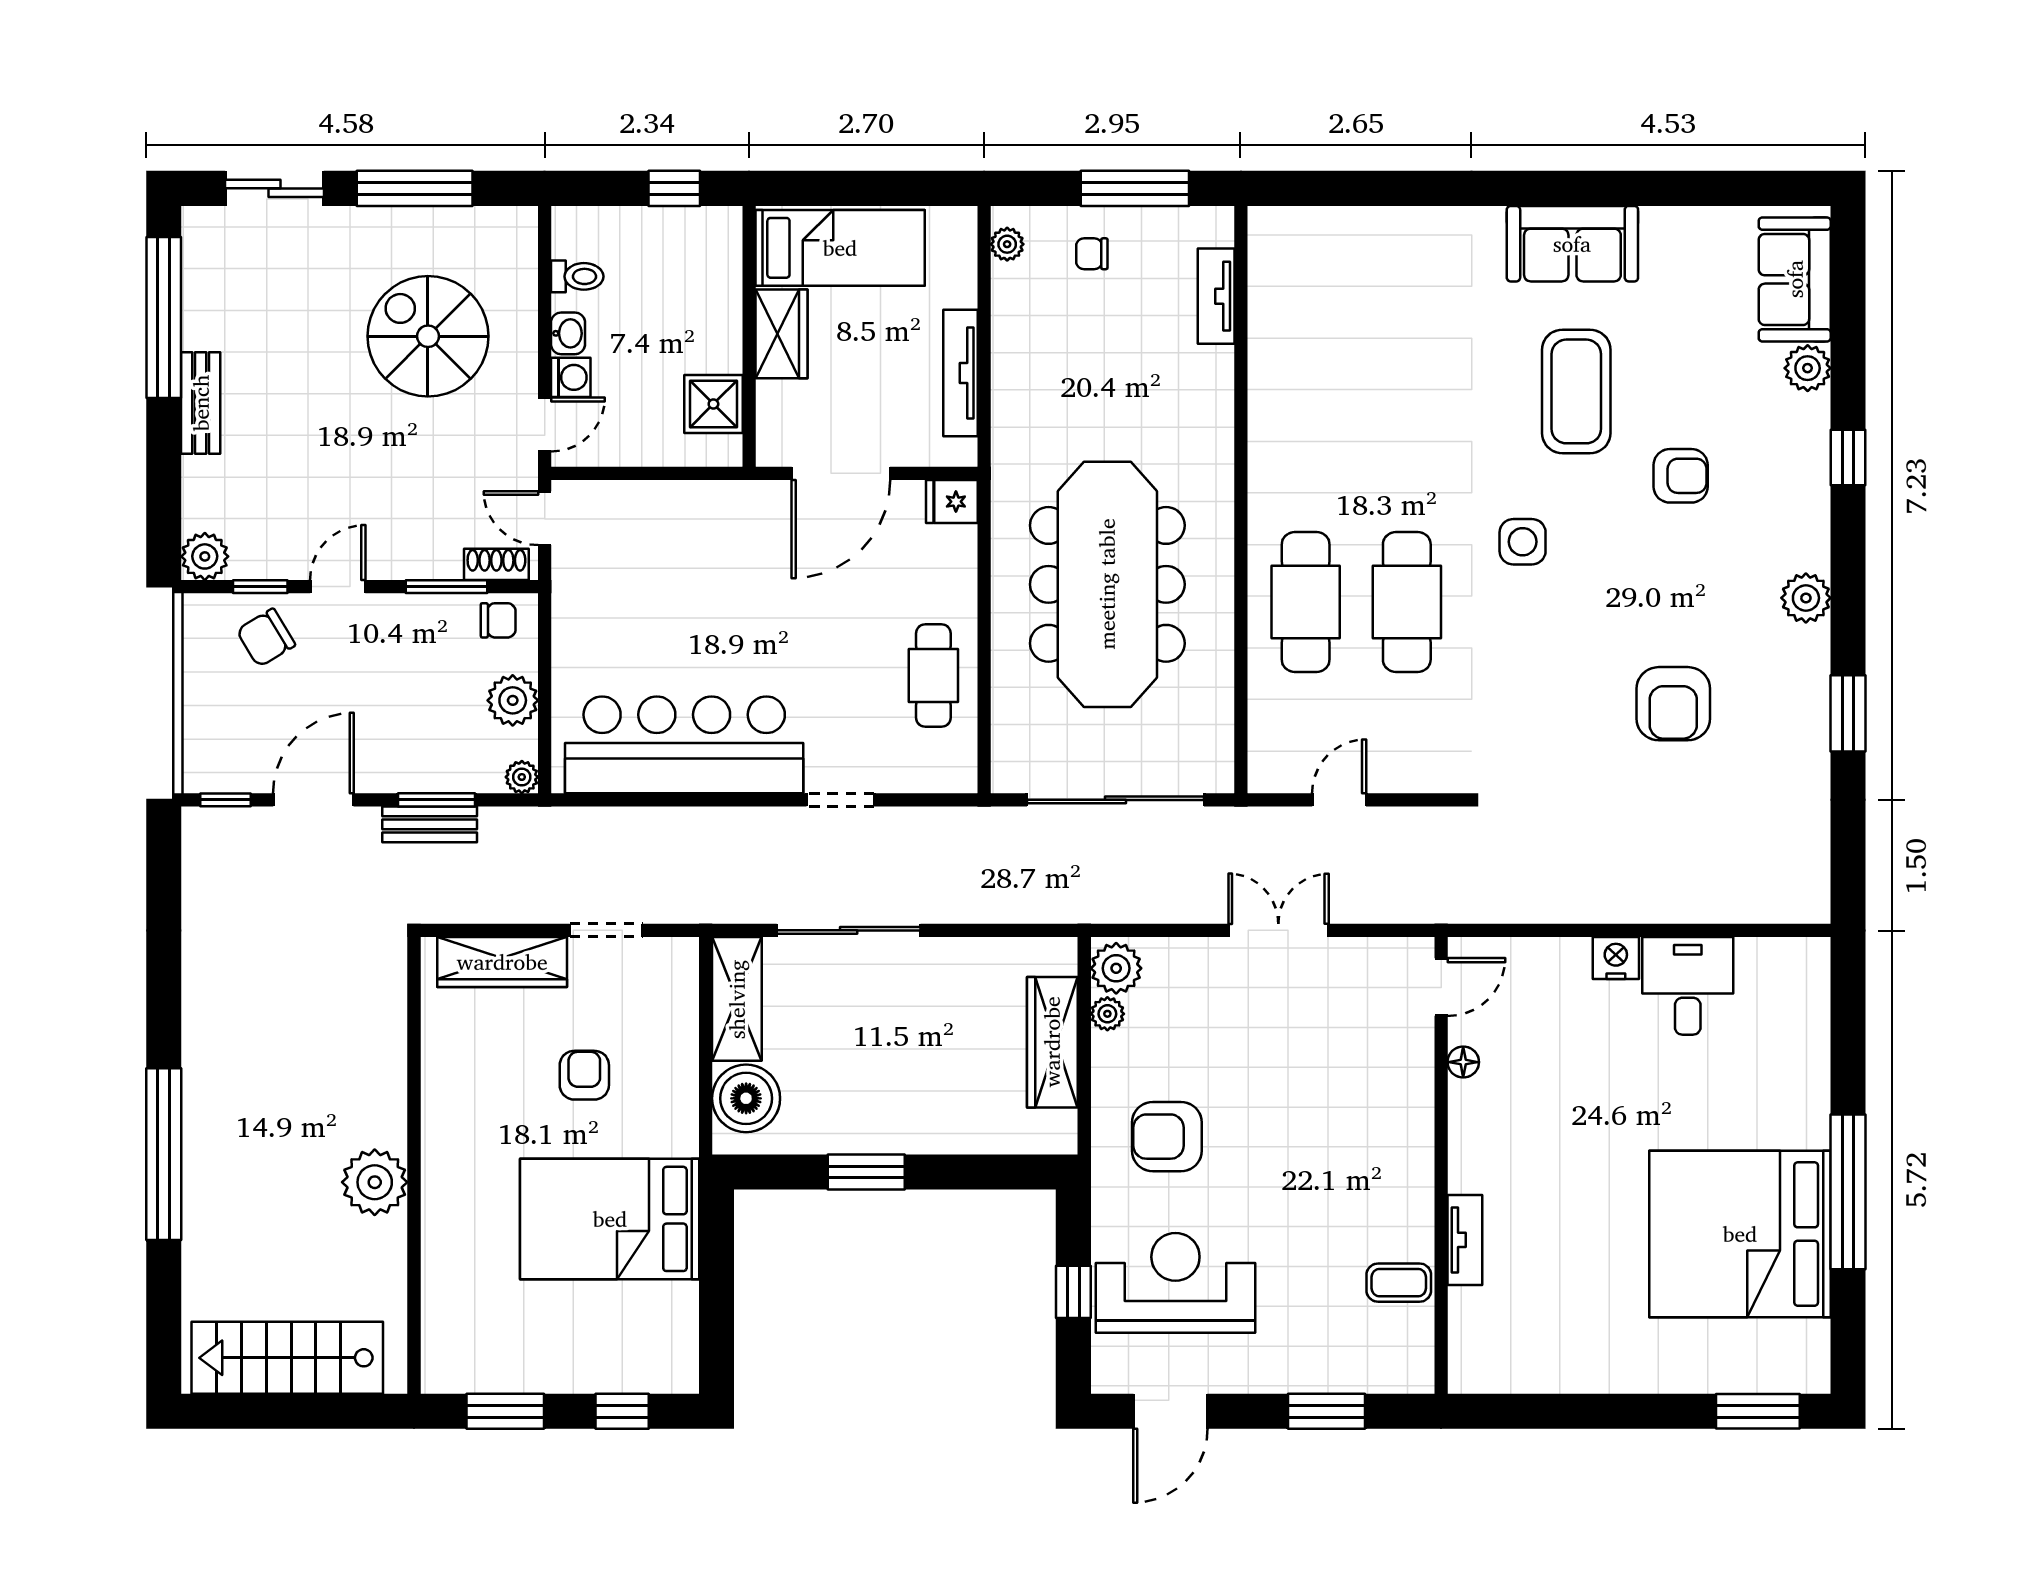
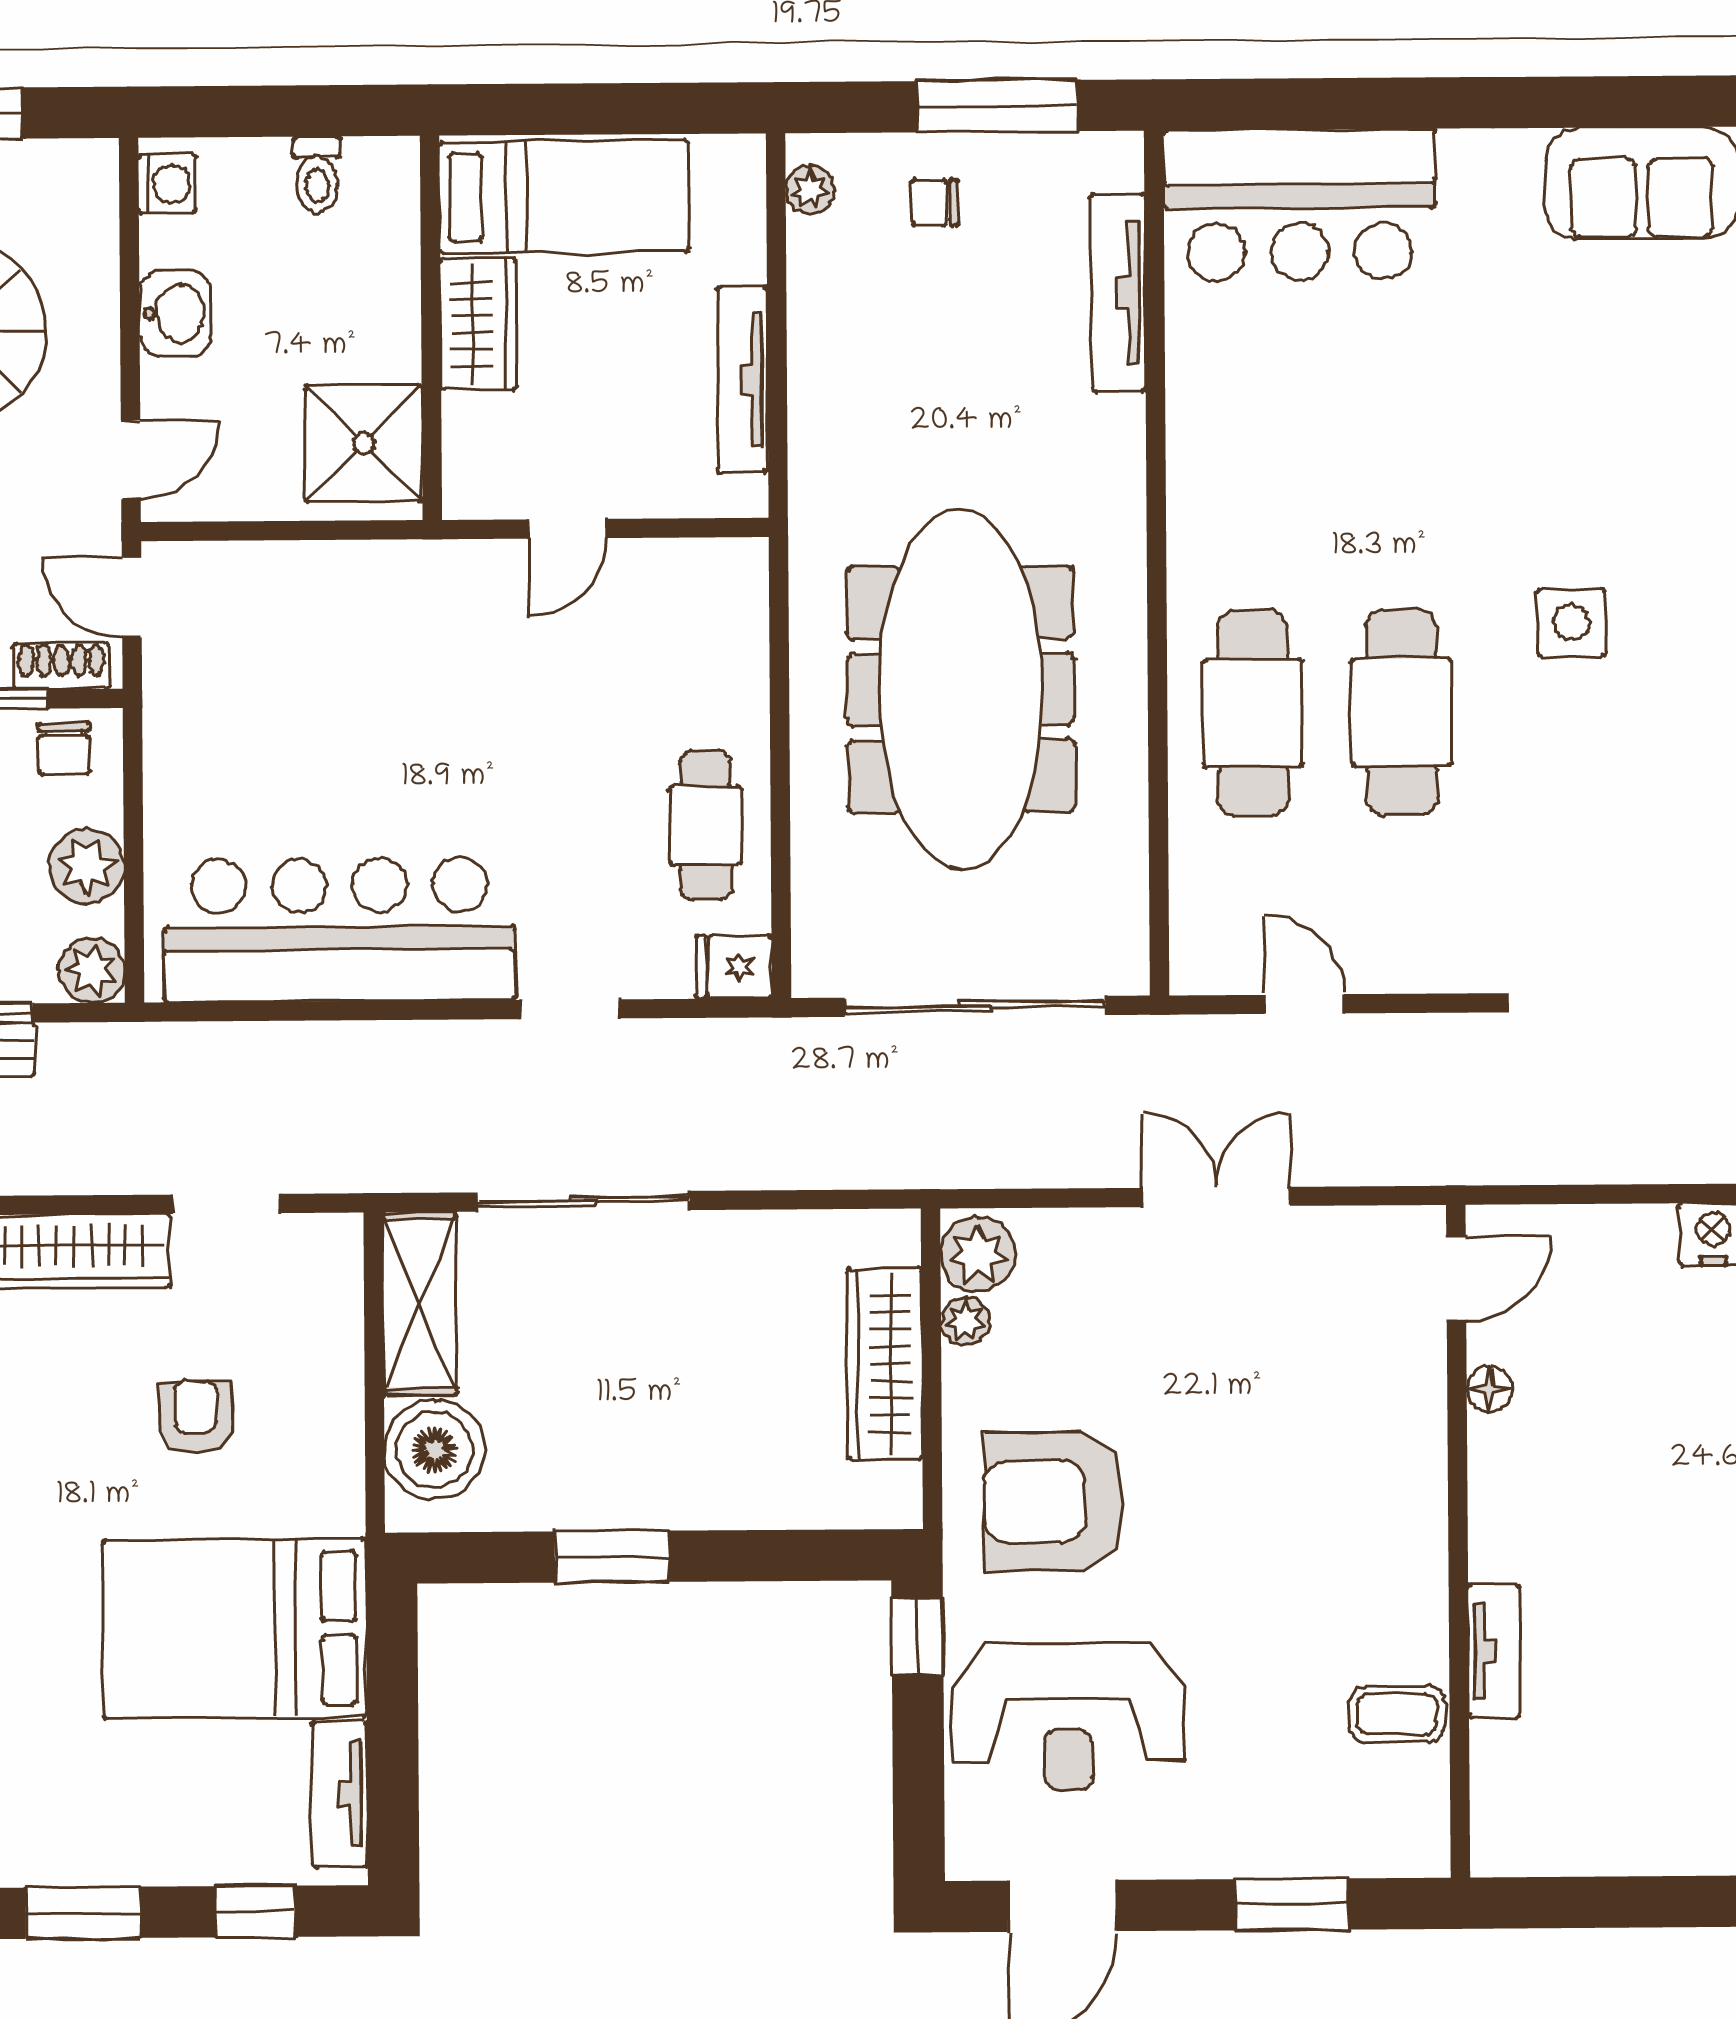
window: (674, 188) -> (319, 111), removed
bar counter: (1340, 257) -> (1299, 205), added
toilet: (577, 276) -> (317, 175), moved, turned 90
tv unit: (1216, 296) -> (1118, 293), width x1.41
washbasin: (568, 333) -> (175, 313), width x1.38, depth x1.45
washing machine: (571, 377) -> (167, 184), moved
coffee table: (1576, 391) -> (1649, 401), removed
shower: (713, 404) -> (364, 444), width x1.36, depth x1.36
door: (841, 473) -> (567, 529), width x0.53
fridge: (952, 502) -> (734, 967), moved
chair: (498, 620) -> (64, 749), turned 90
plant: (522, 777) -> (92, 970), width x1.38, depth x1.38
door: (1339, 800) -> (1304, 1004), hinge flipped
armchair: (1167, 1137) -> (1054, 1502), width x1.36, depth x1.36
reception desk: (1175, 1283) -> (1068, 1717), turned 180
window: (1073, 1292) -> (917, 1637), moved
tv unit: (680, 1332) -> (340, 1794), added

